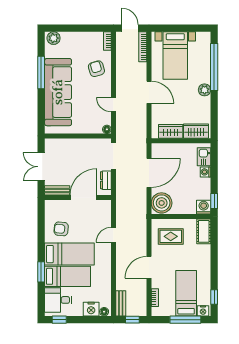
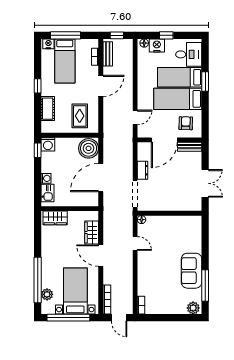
window: (182, 28) -> (68, 318), added
armchair: (96, 69) -> (152, 278), removed
window: (41, 72) -> (205, 286), moved
plant: (205, 90) -> (47, 294), moved
sofa: (58, 92) -> (192, 271), width x0.54, depth x0.79
wardrobe: (171, 131) -> (92, 232), moved, turned 90
bench: (57, 190) -> (190, 147), moved
wall: (78, 198) -> (170, 140), moved
door: (83, 198) -> (164, 140), moved
armchair: (61, 229) -> (186, 123), turned -94
cot: (204, 231) -> (48, 109), moved
rug: (171, 236) -> (80, 116), turned 90
window: (214, 297) -> (38, 86), moved
bench: (121, 303) -> (108, 54), moved
window: (59, 320) -> (166, 35), moved

